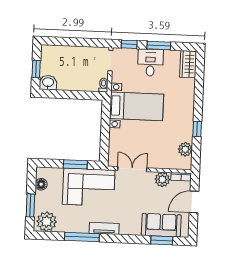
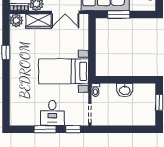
wardrobe: (188, 64) -> (39, 21), moved, turned 90
washbasin: (48, 83) -> (125, 90), moved
plant: (185, 149) -> (16, 20), moved

